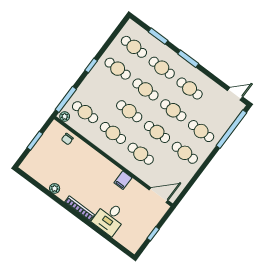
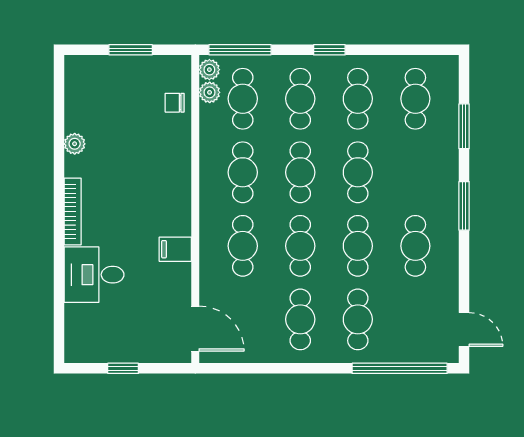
cafe table: (162, 68) -> (300, 99), moved
plant: (73, 123) -> (210, 92), added

